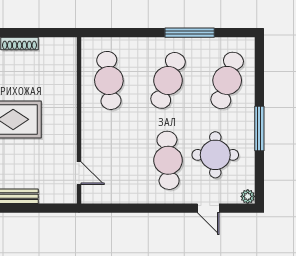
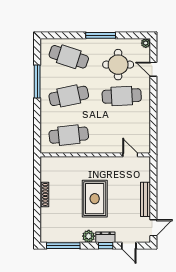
cafe table: (168, 80) -> (69, 96), turned -33
door: (79, 173) -> (130, 155), hinge flipped
door: (208, 208) -> (153, 69), swing flipped

